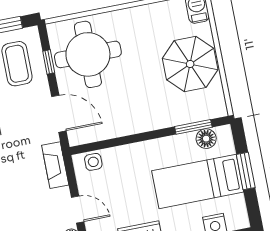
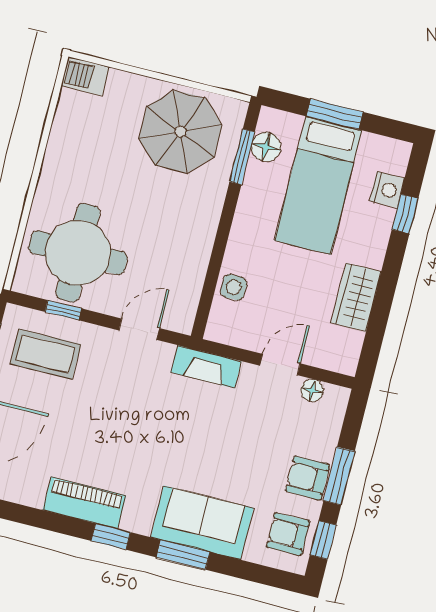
parasol: (190, 64) -> (180, 132), moved
door: (59, 114) -> (139, 329), width x0.73
side table: (93, 162) -> (234, 287), moved

